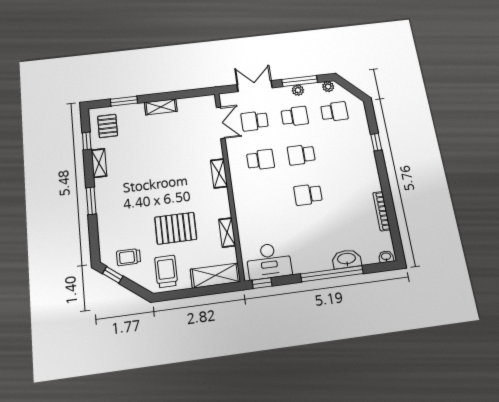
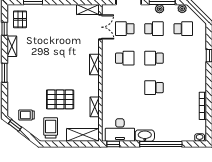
shelving: (161, 107) -> (88, 9), moved
washbasin: (347, 259) -> (145, 136), moved

